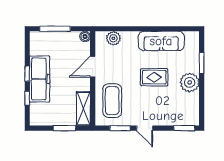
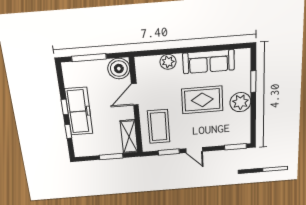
boiler: (85, 36) -> (119, 69), width x1.86, depth x1.86
plant: (113, 38) -> (168, 62), moved
rug: (154, 77) -> (202, 100), width x1.36, depth x1.43

